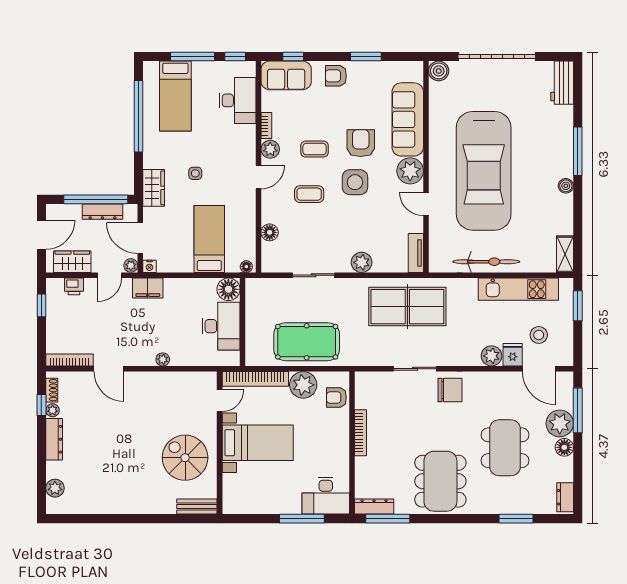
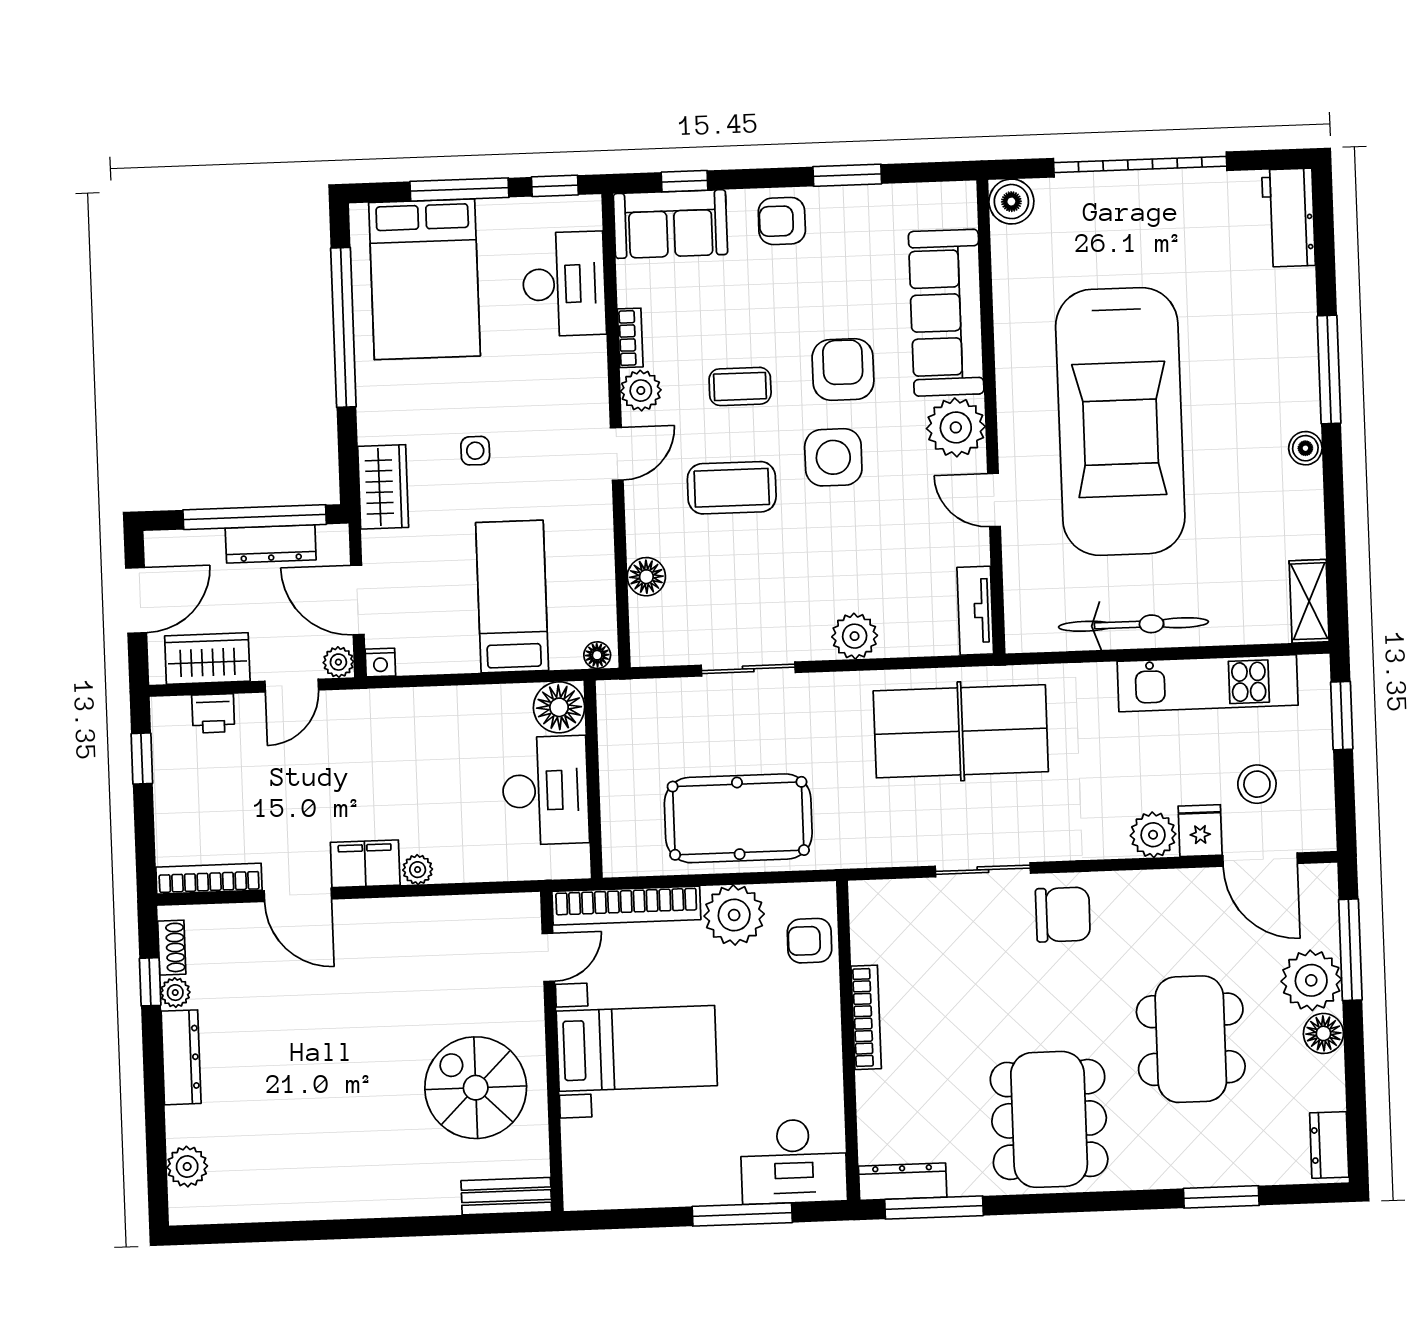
bed: (175, 96) -> (424, 279), width x1.50
coffee table: (309, 194) -> (732, 488), width x1.36, depth x1.30
filing cabinet: (148, 288) -> (365, 864), moved, turned 180

